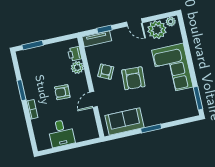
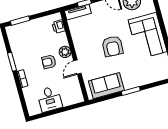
plant: (77, 67) -> (65, 52), moved
armchair: (106, 72) -> (87, 41), removed

